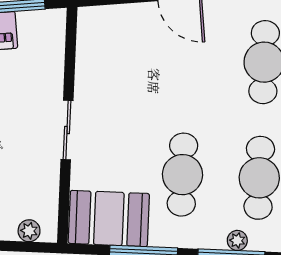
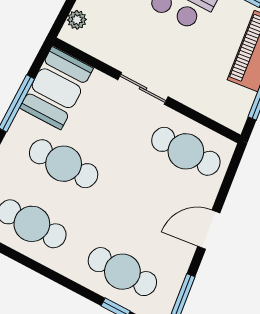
cafe table: (111, 56) -> (186, 151), added

